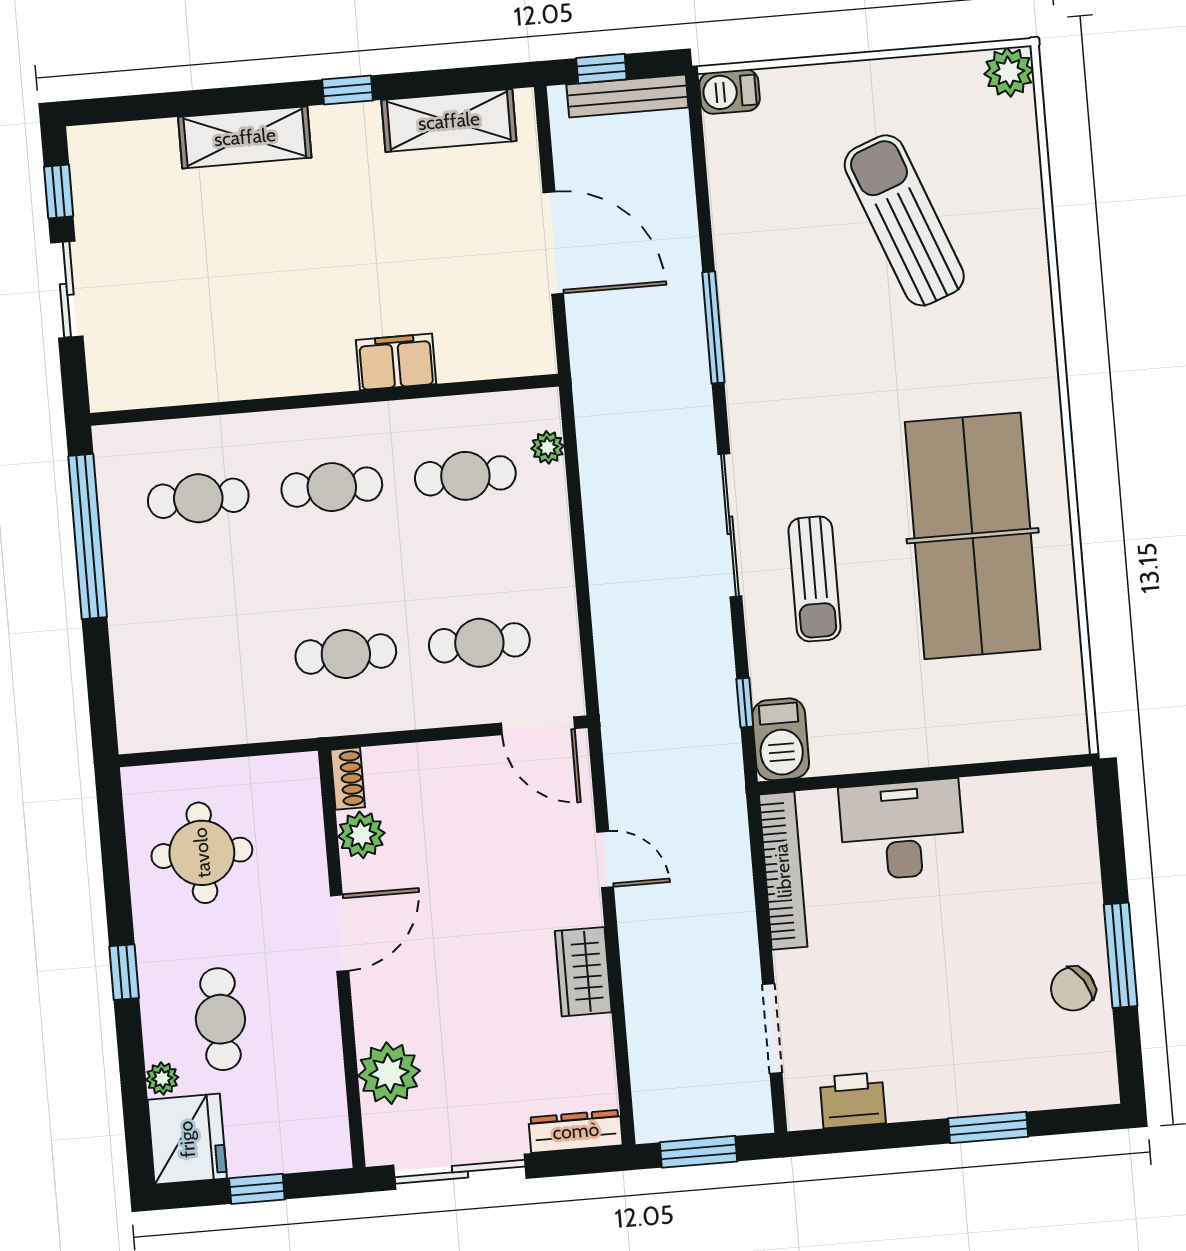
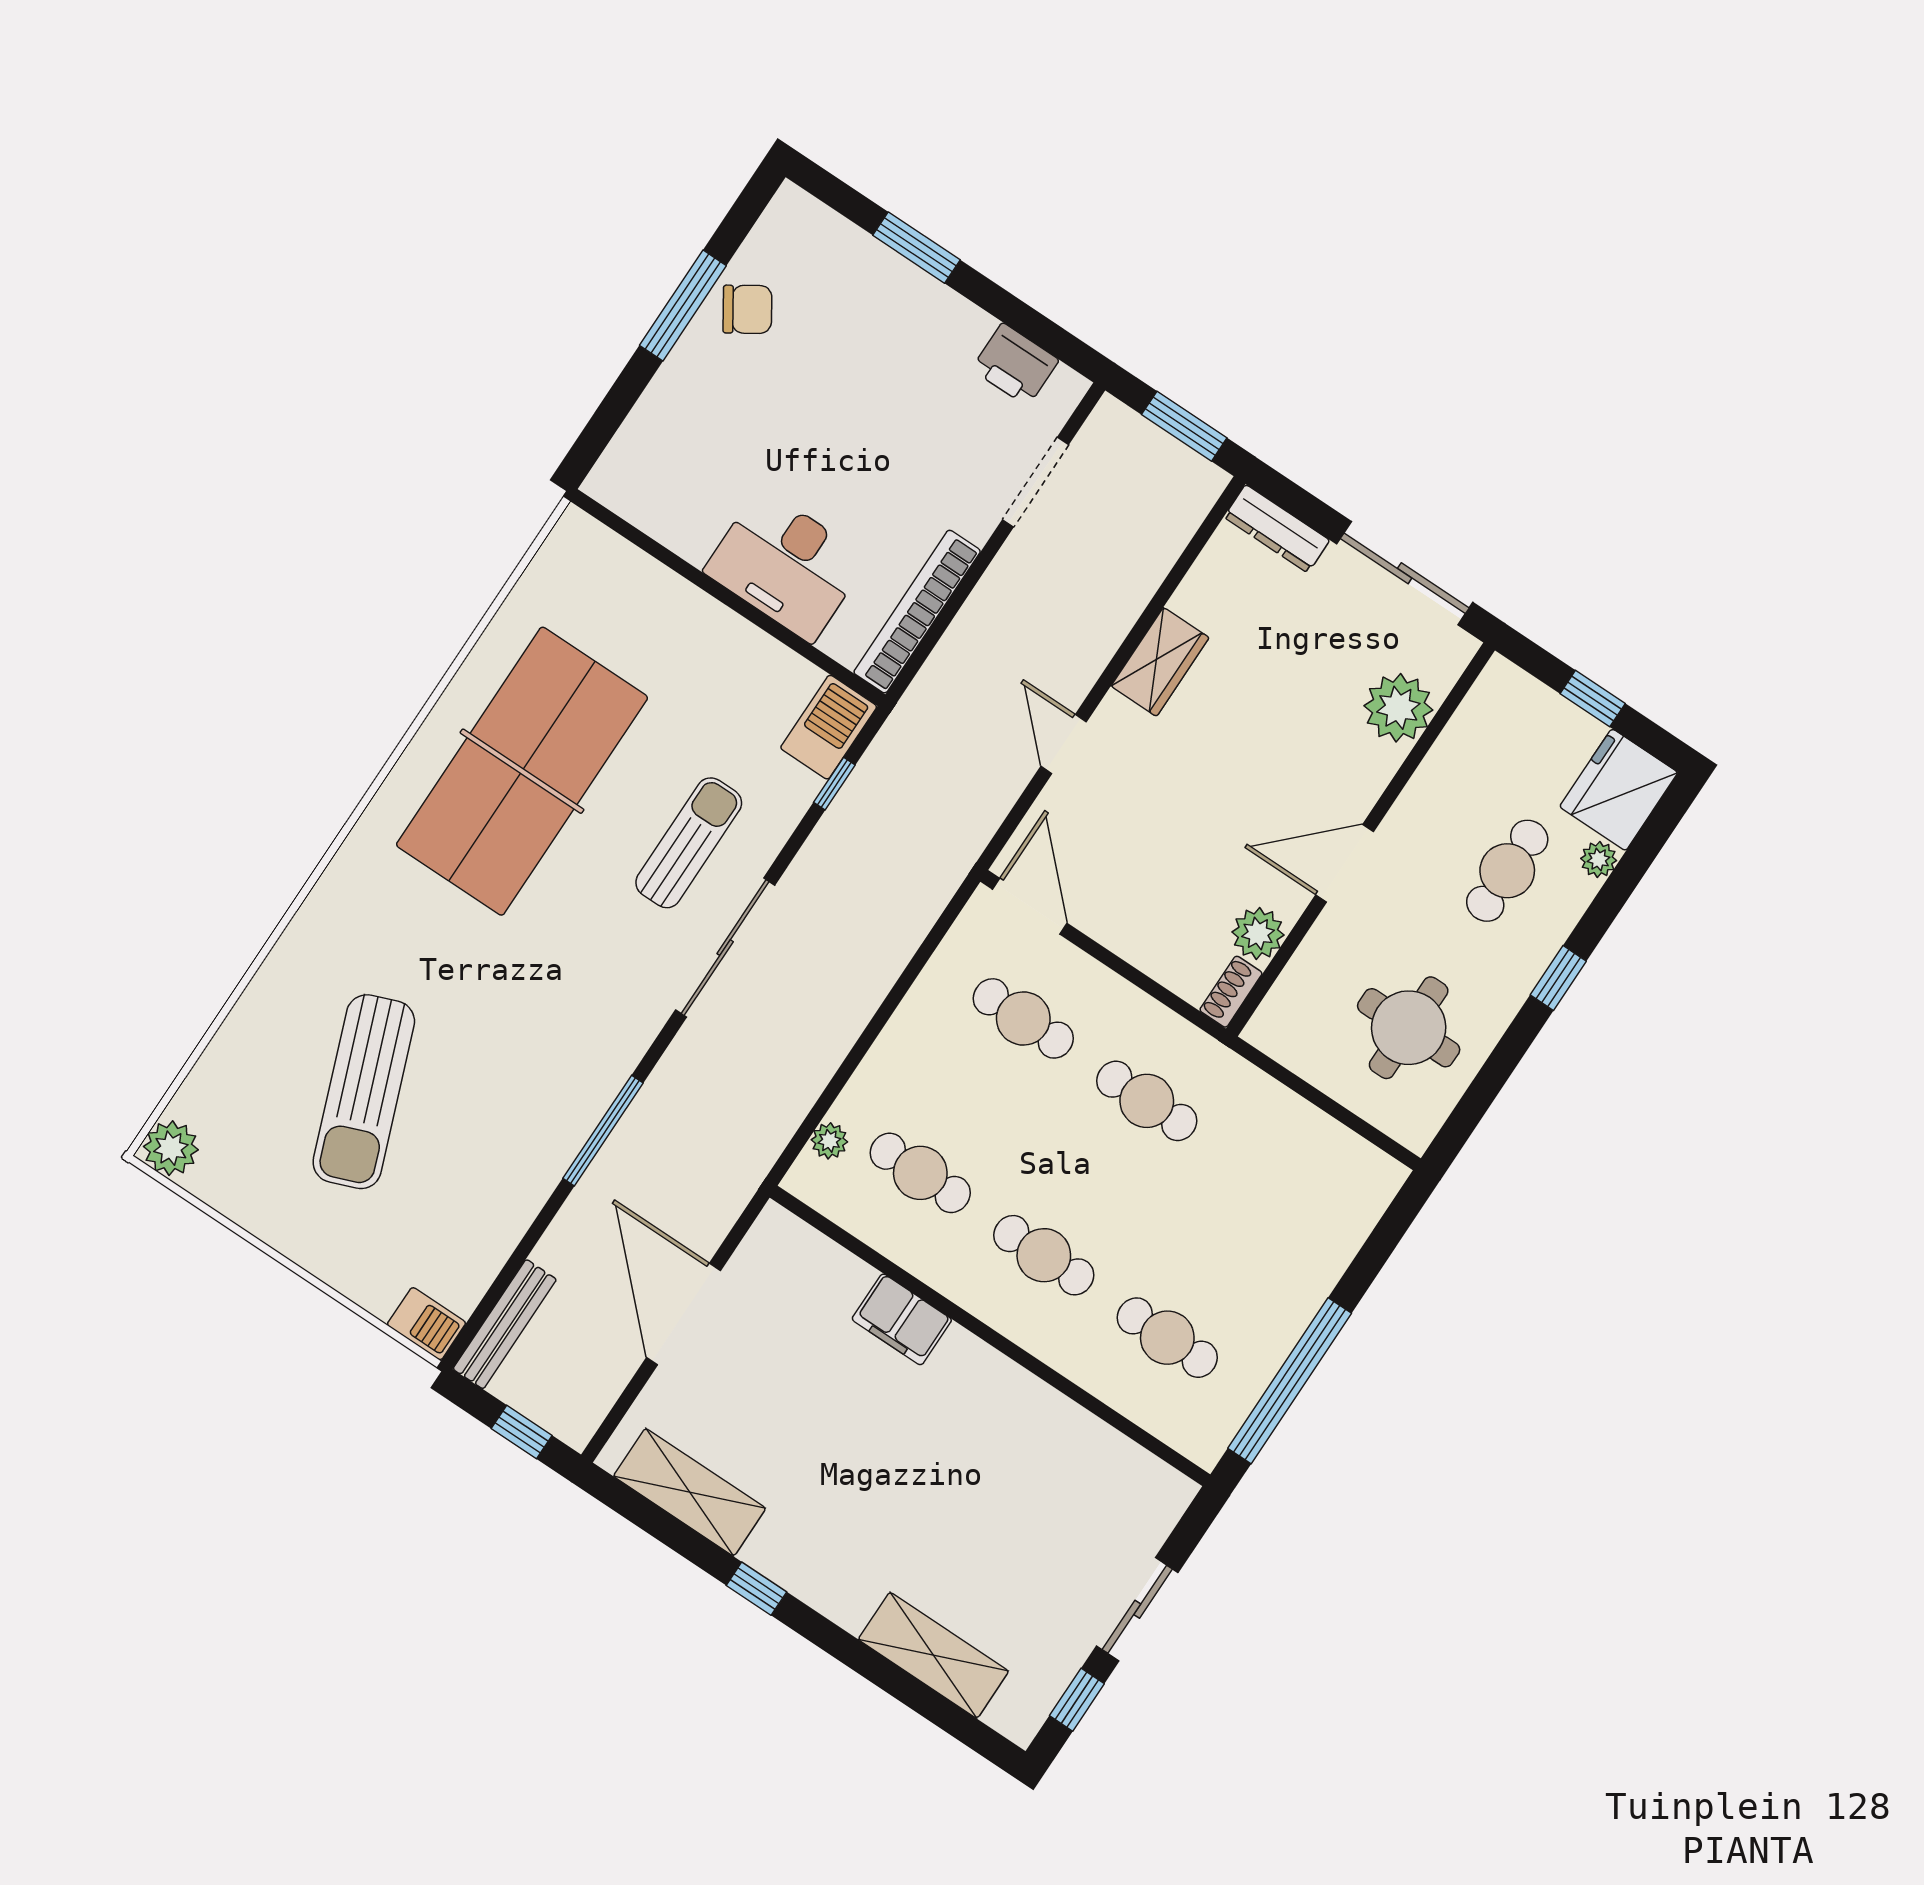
bench: (627, 96) -> (505, 1324), moved, turned 90
shelving: (245, 137) -> (933, 1655), moved

